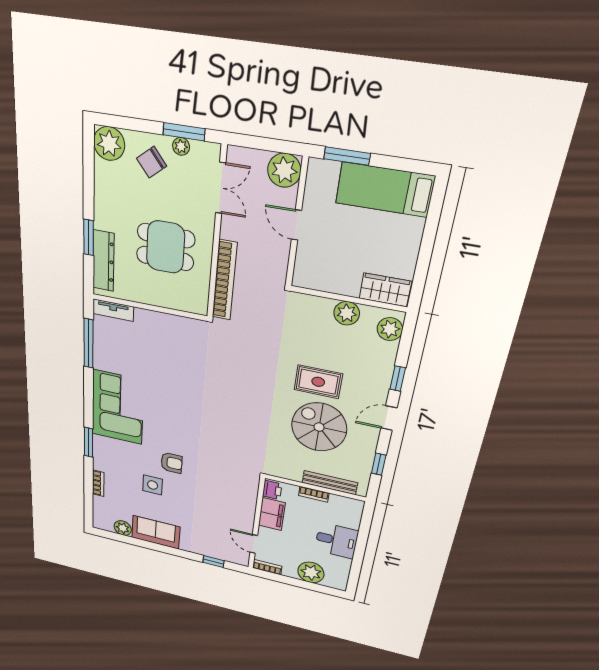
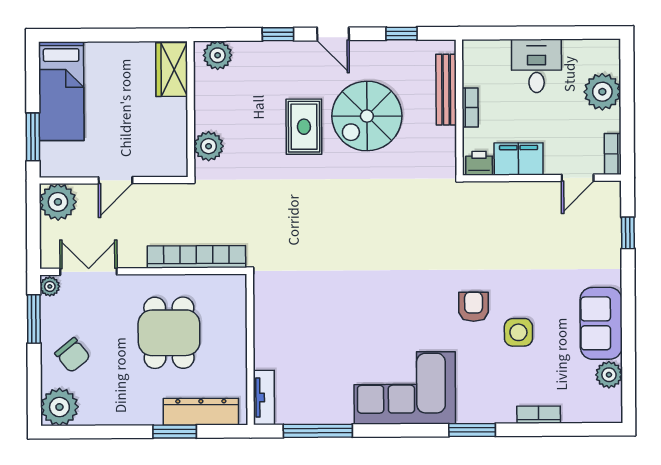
plant: (181, 146) -> (50, 286), moved
plant: (347, 313) -> (209, 146), moved

